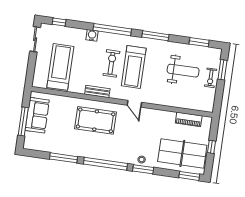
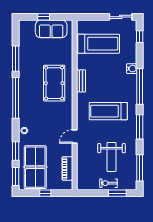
window: (199, 42) -> (140, 168), width x1.44
exercise bike: (111, 63) -> (109, 90), removed
door: (134, 104) -> (75, 136), moved
window: (23, 121) -> (44, 17), width x0.46
window: (143, 169) -> (16, 151), moved

